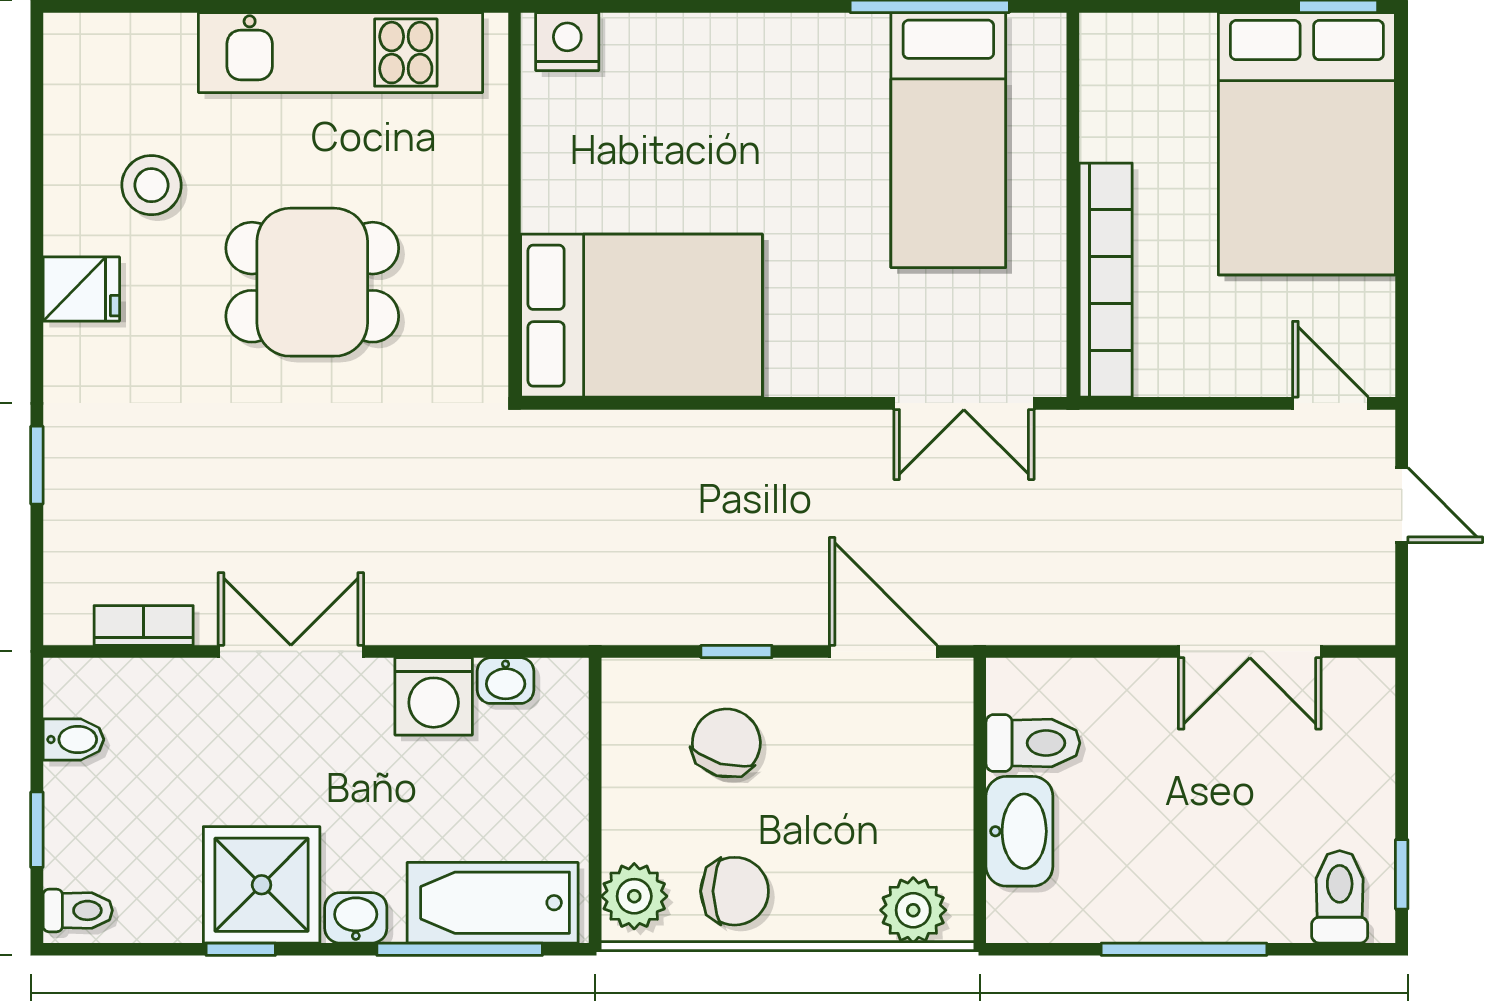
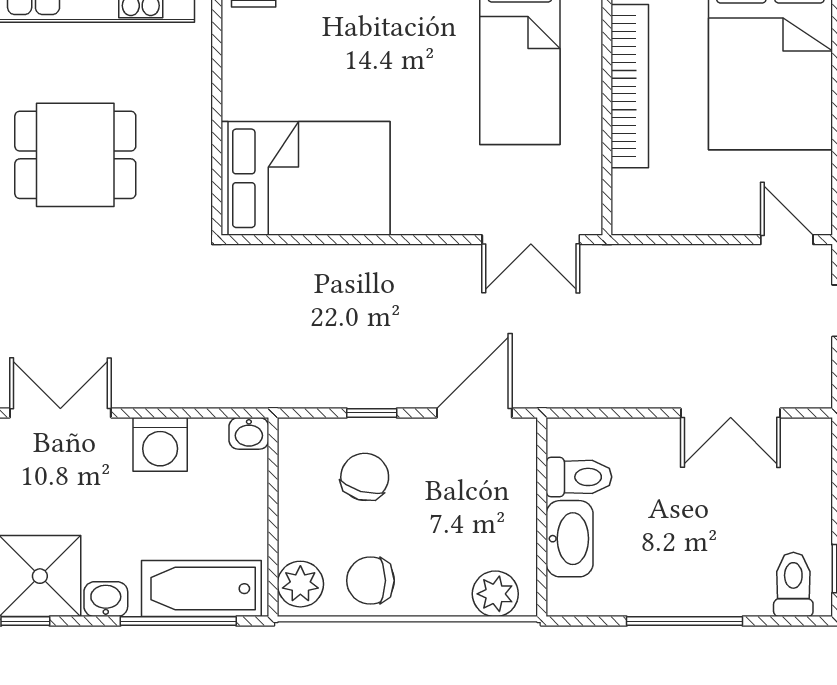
bookcase: (1106, 280) -> (630, 86), moved
door: (883, 651) -> (474, 413), hinge flipped
washbasin: (506, 681) -> (249, 433), moved
chair: (735, 891) -> (370, 581), turned 180

